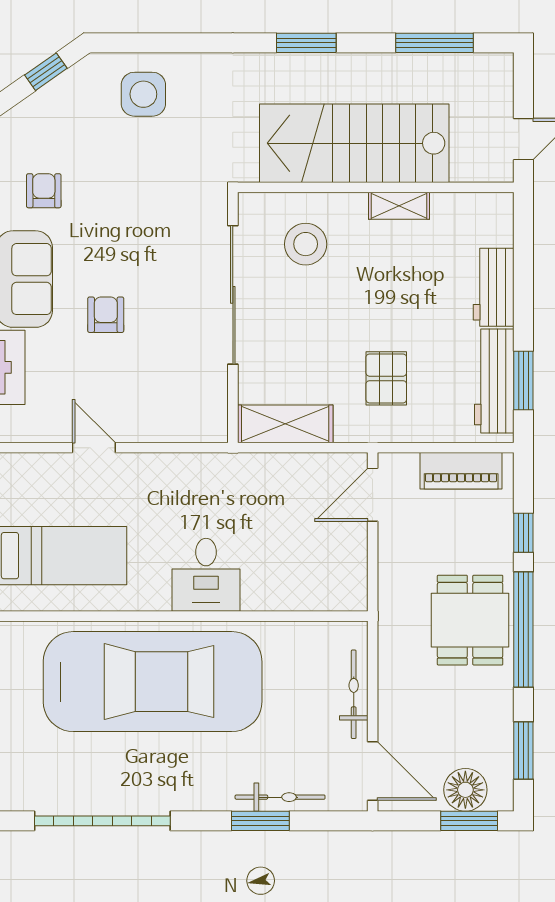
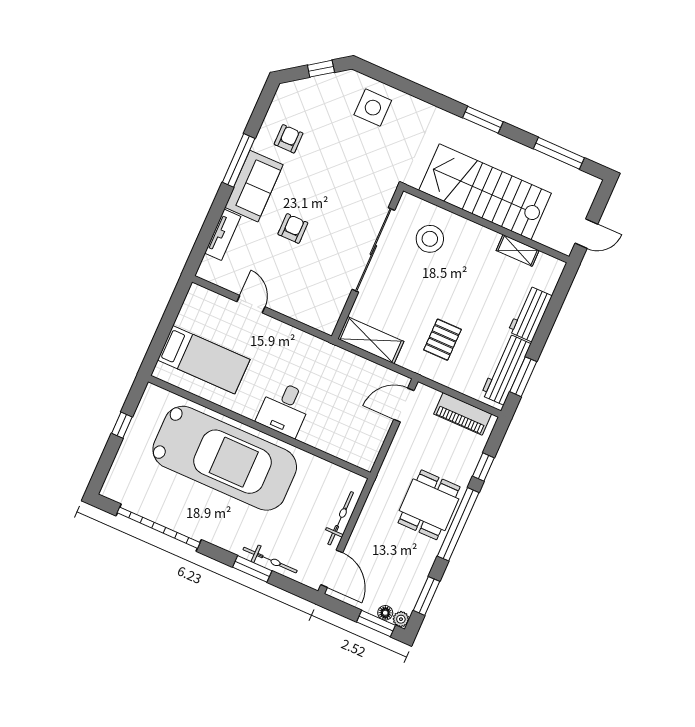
shelving: (399, 206) -> (518, 250), moved
floor lamp: (465, 790) -> (385, 613), width x0.53, depth x0.53
plant: (502, 799) -> (401, 619), added

